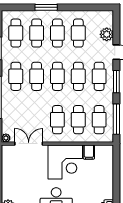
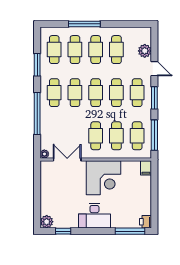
window: (46, 7) -> (84, 24), width x1.44
filing cabinet: (89, 152) -> (146, 168), moved

